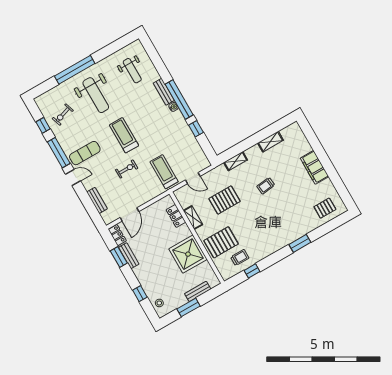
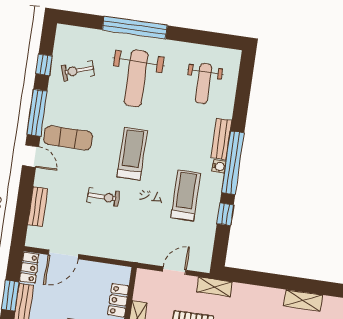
shelving: (236, 161) -> (214, 287), moved
treadmill: (164, 172) -> (186, 195), moved
door: (193, 178) -> (174, 271), swing flipped

